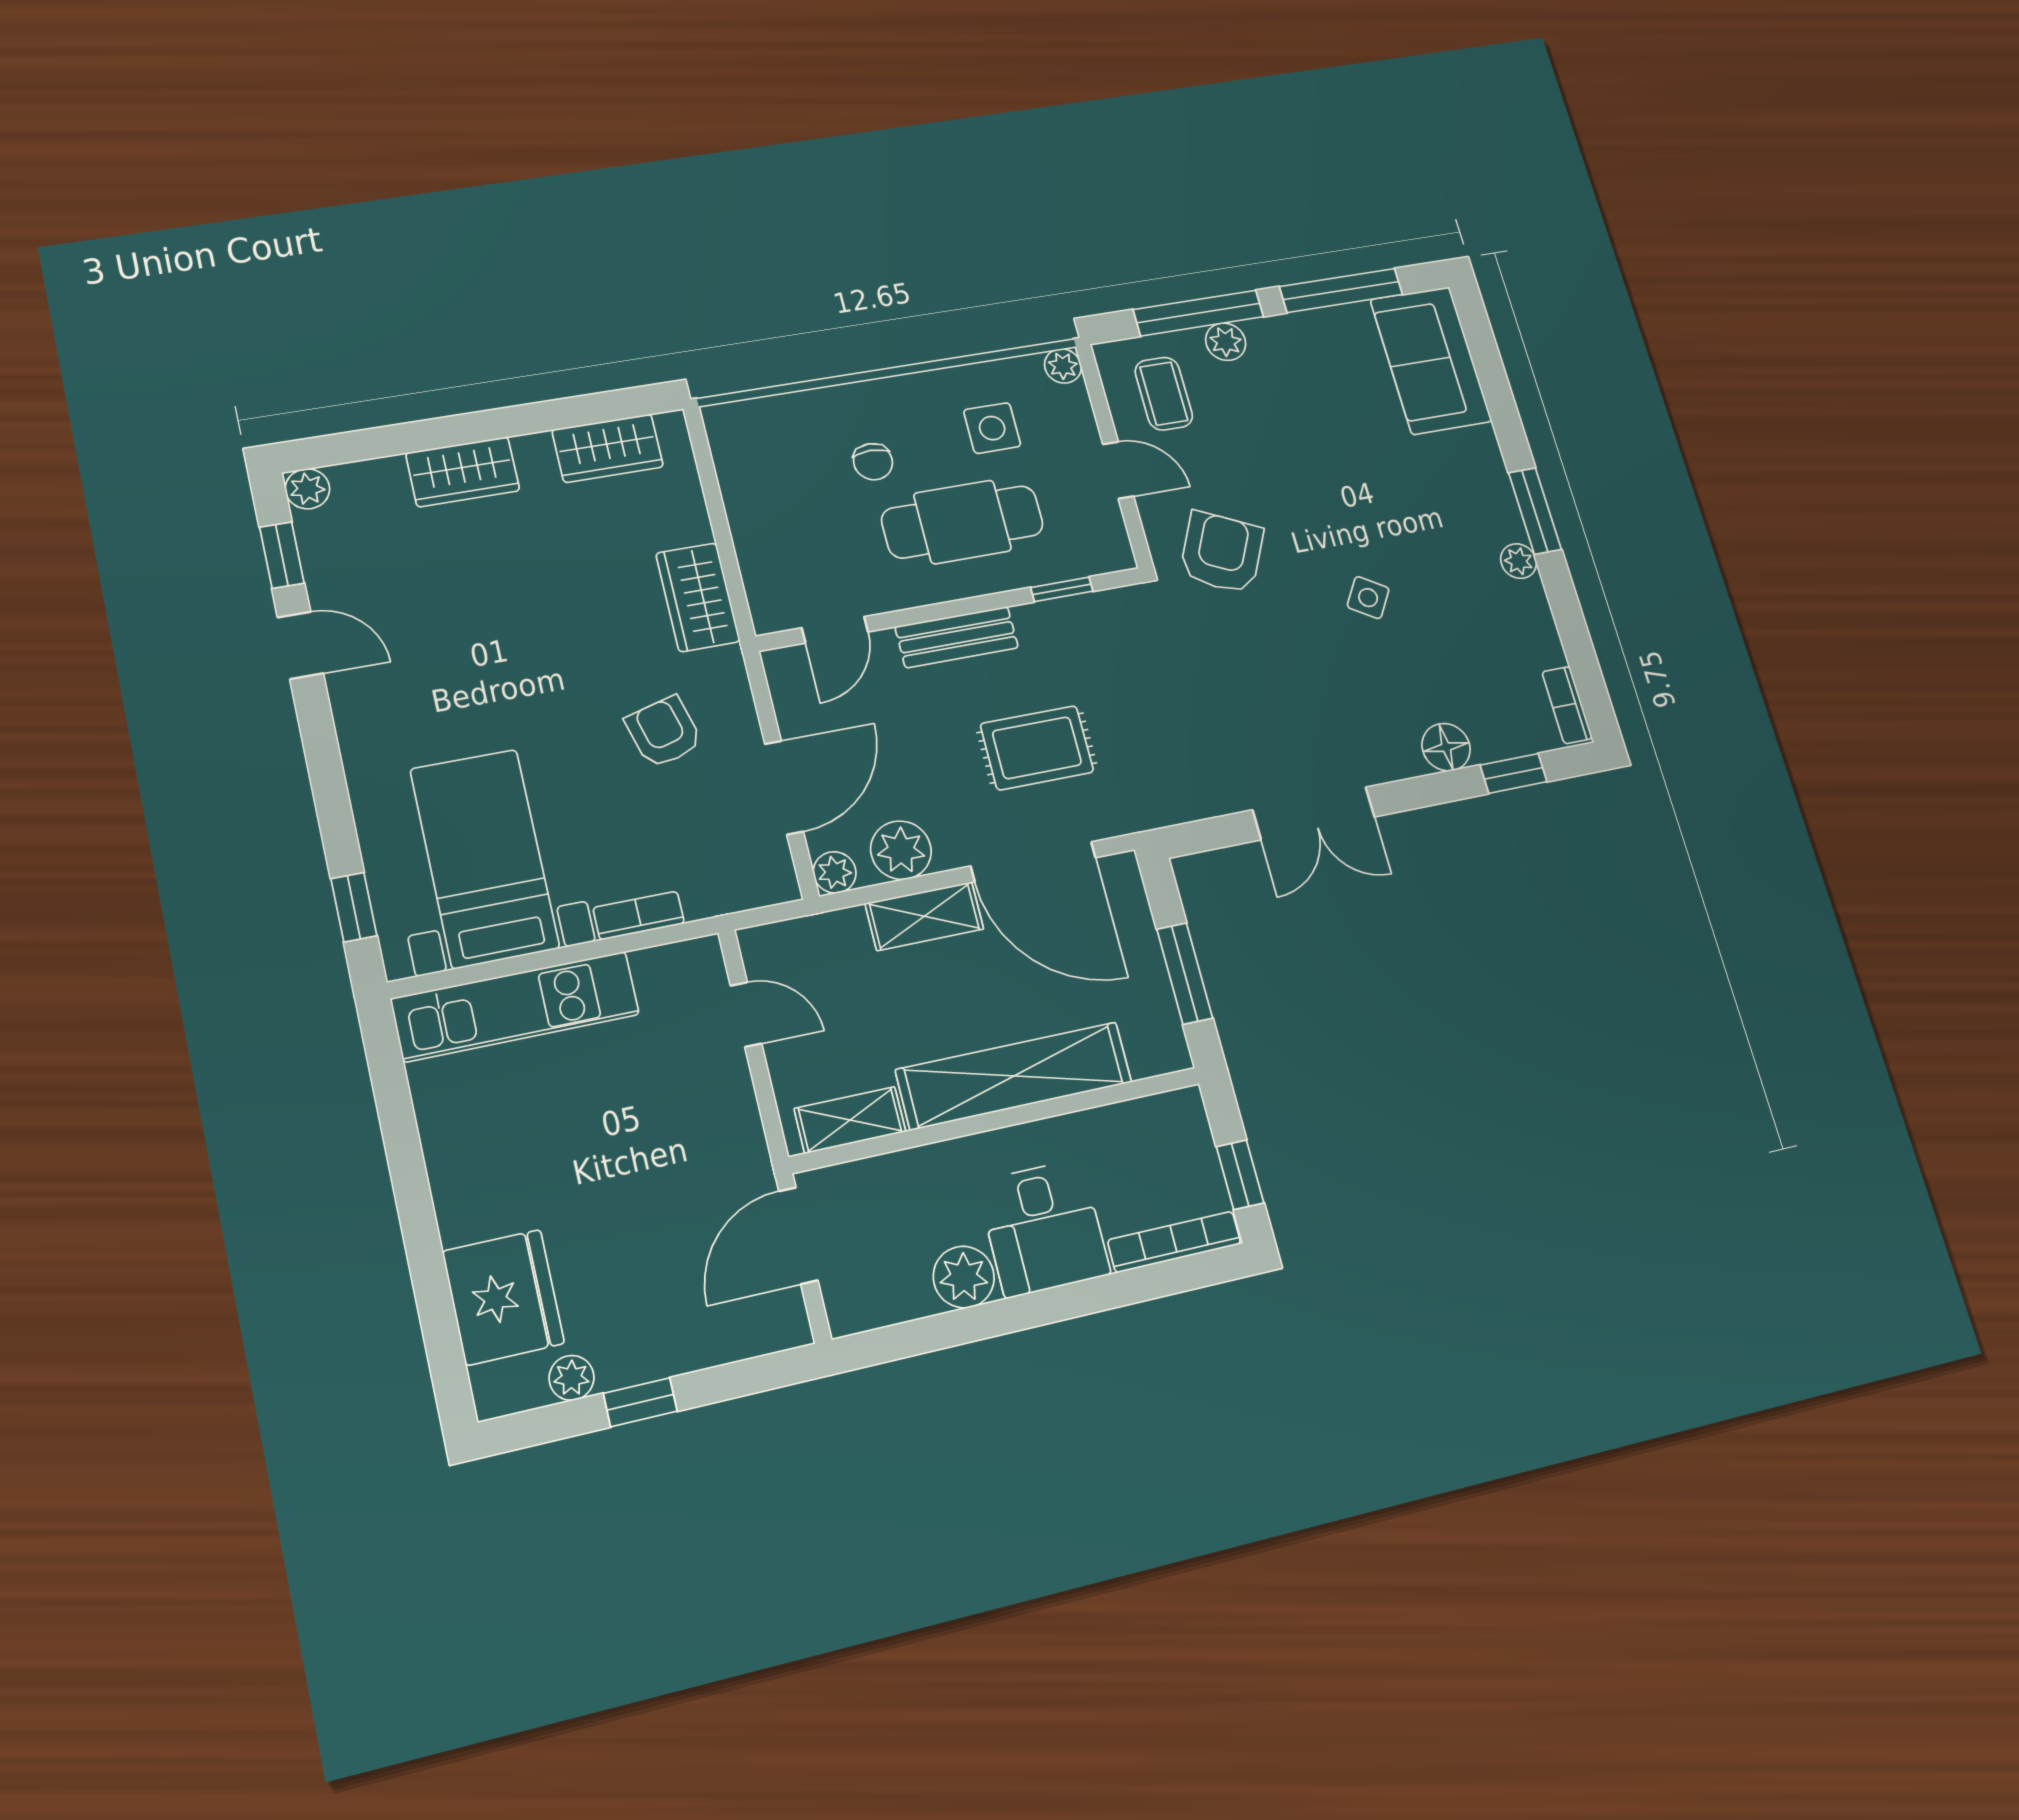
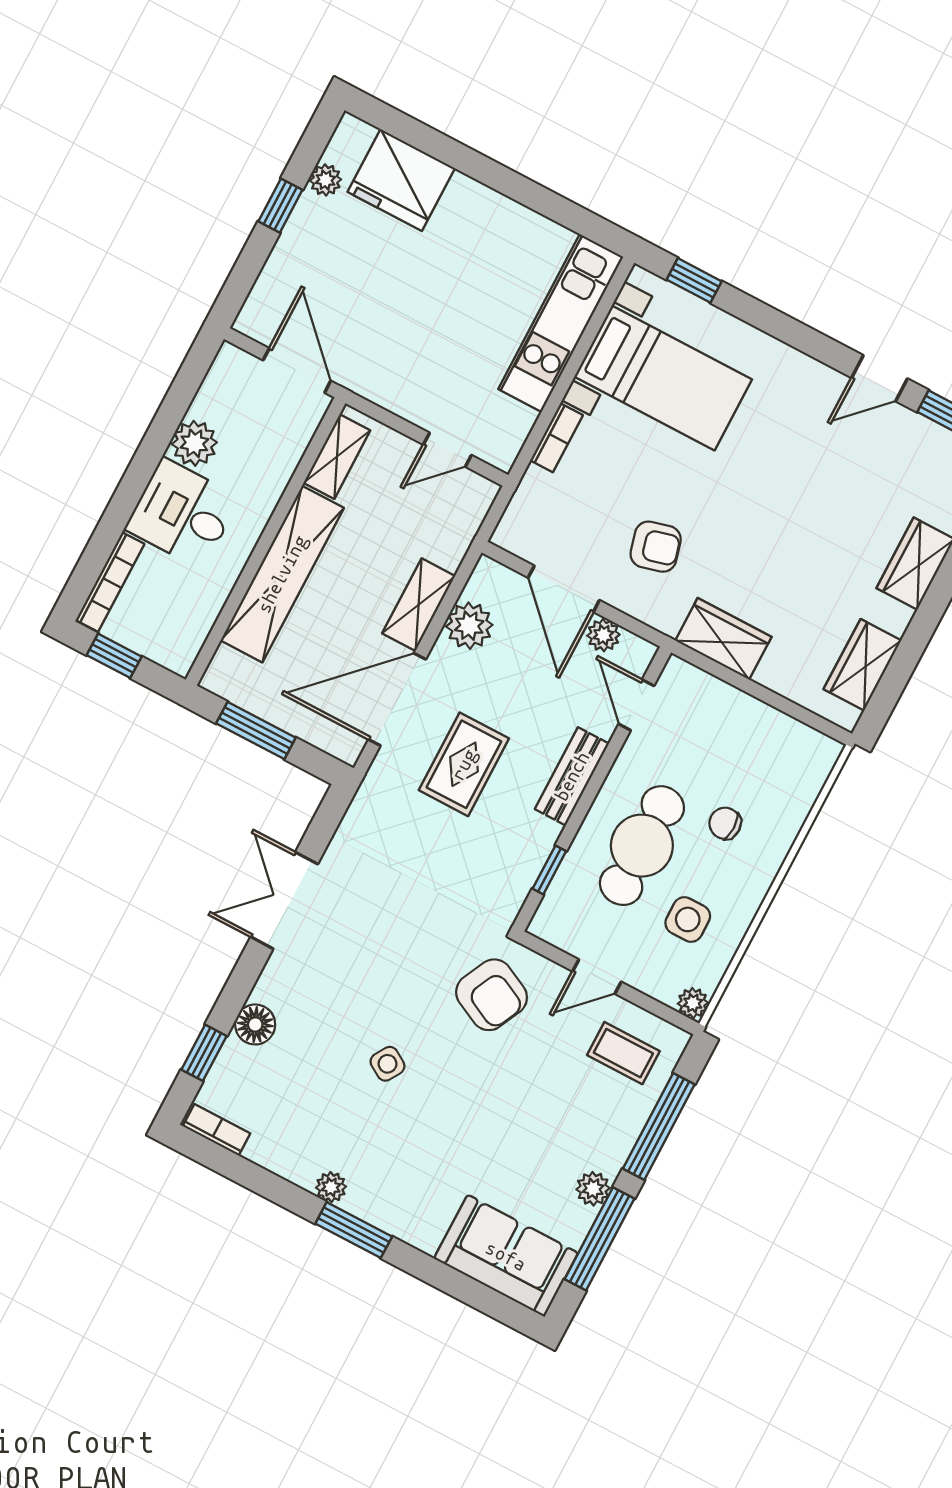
plant: (1226, 342) -> (593, 1189), moved
plant: (835, 872) -> (603, 635), moved

